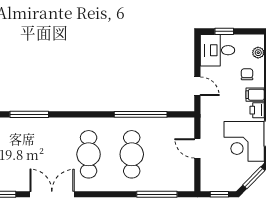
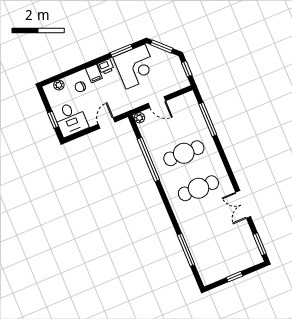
plant: (189, 123) -> (139, 118), added
door: (197, 148) -> (157, 102), hinge flipped
double door: (52, 194) -> (243, 204), width x0.73

